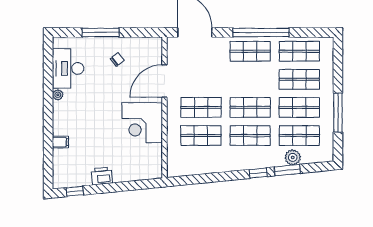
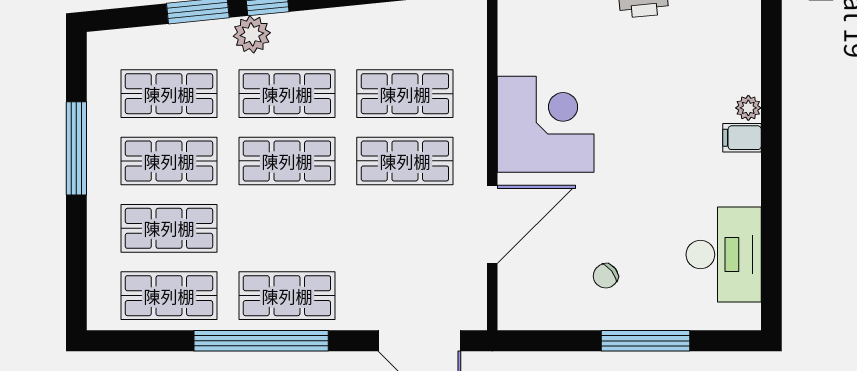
plant: (58, 95) -> (748, 108), moved
filing cabinet: (60, 142) -> (742, 138), moved
plant: (293, 157) -> (252, 34), moved

